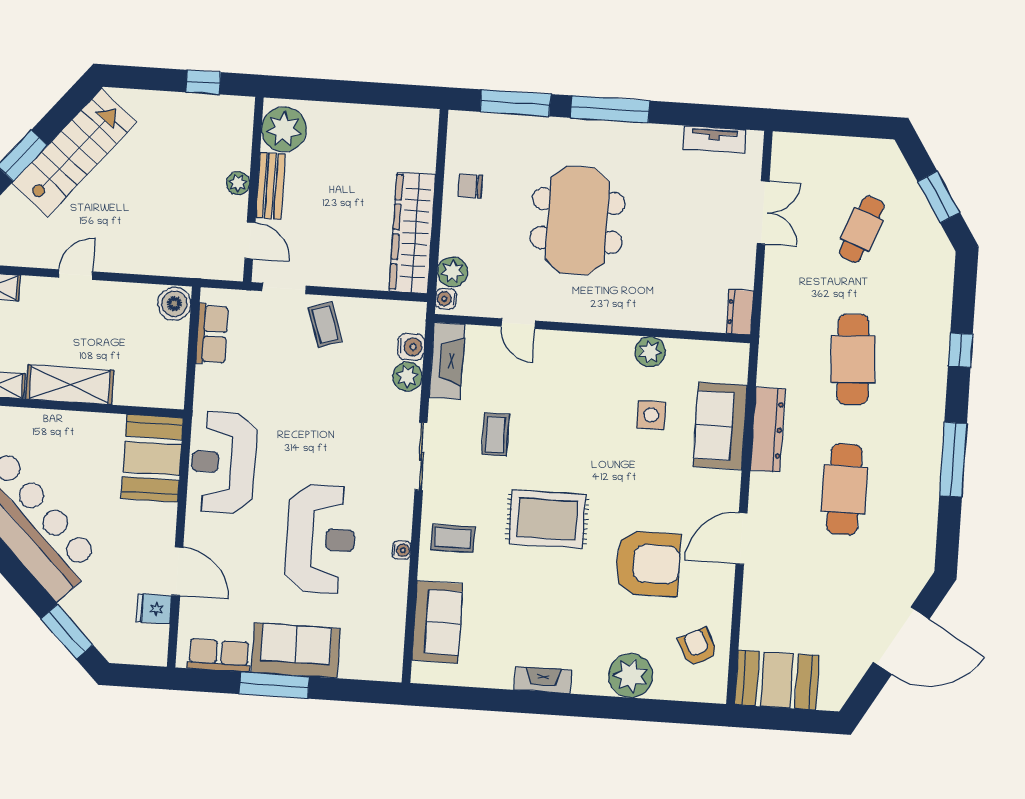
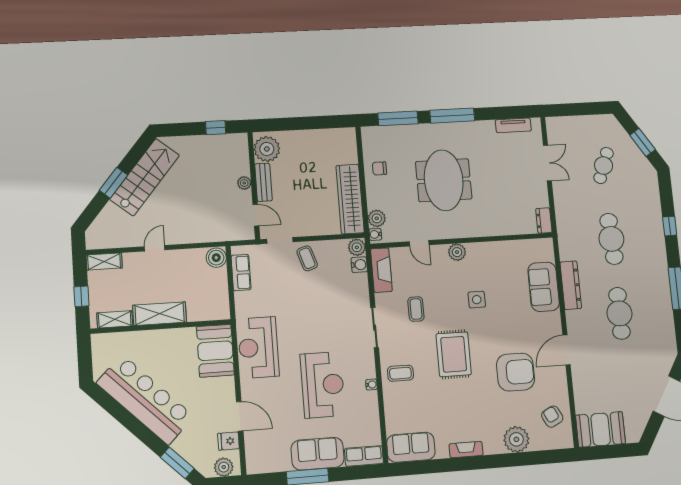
plant: (650, 352) -> (457, 252), moved
plant: (407, 377) -> (357, 247), moved
side table: (651, 415) -> (477, 300), moved
rug: (547, 519) -> (454, 354), turned 90
sofa: (437, 622) -> (411, 447), moved, turned -90
plant: (140, 650) -> (224, 467), added
row of seats: (219, 655) -> (364, 456), moved

